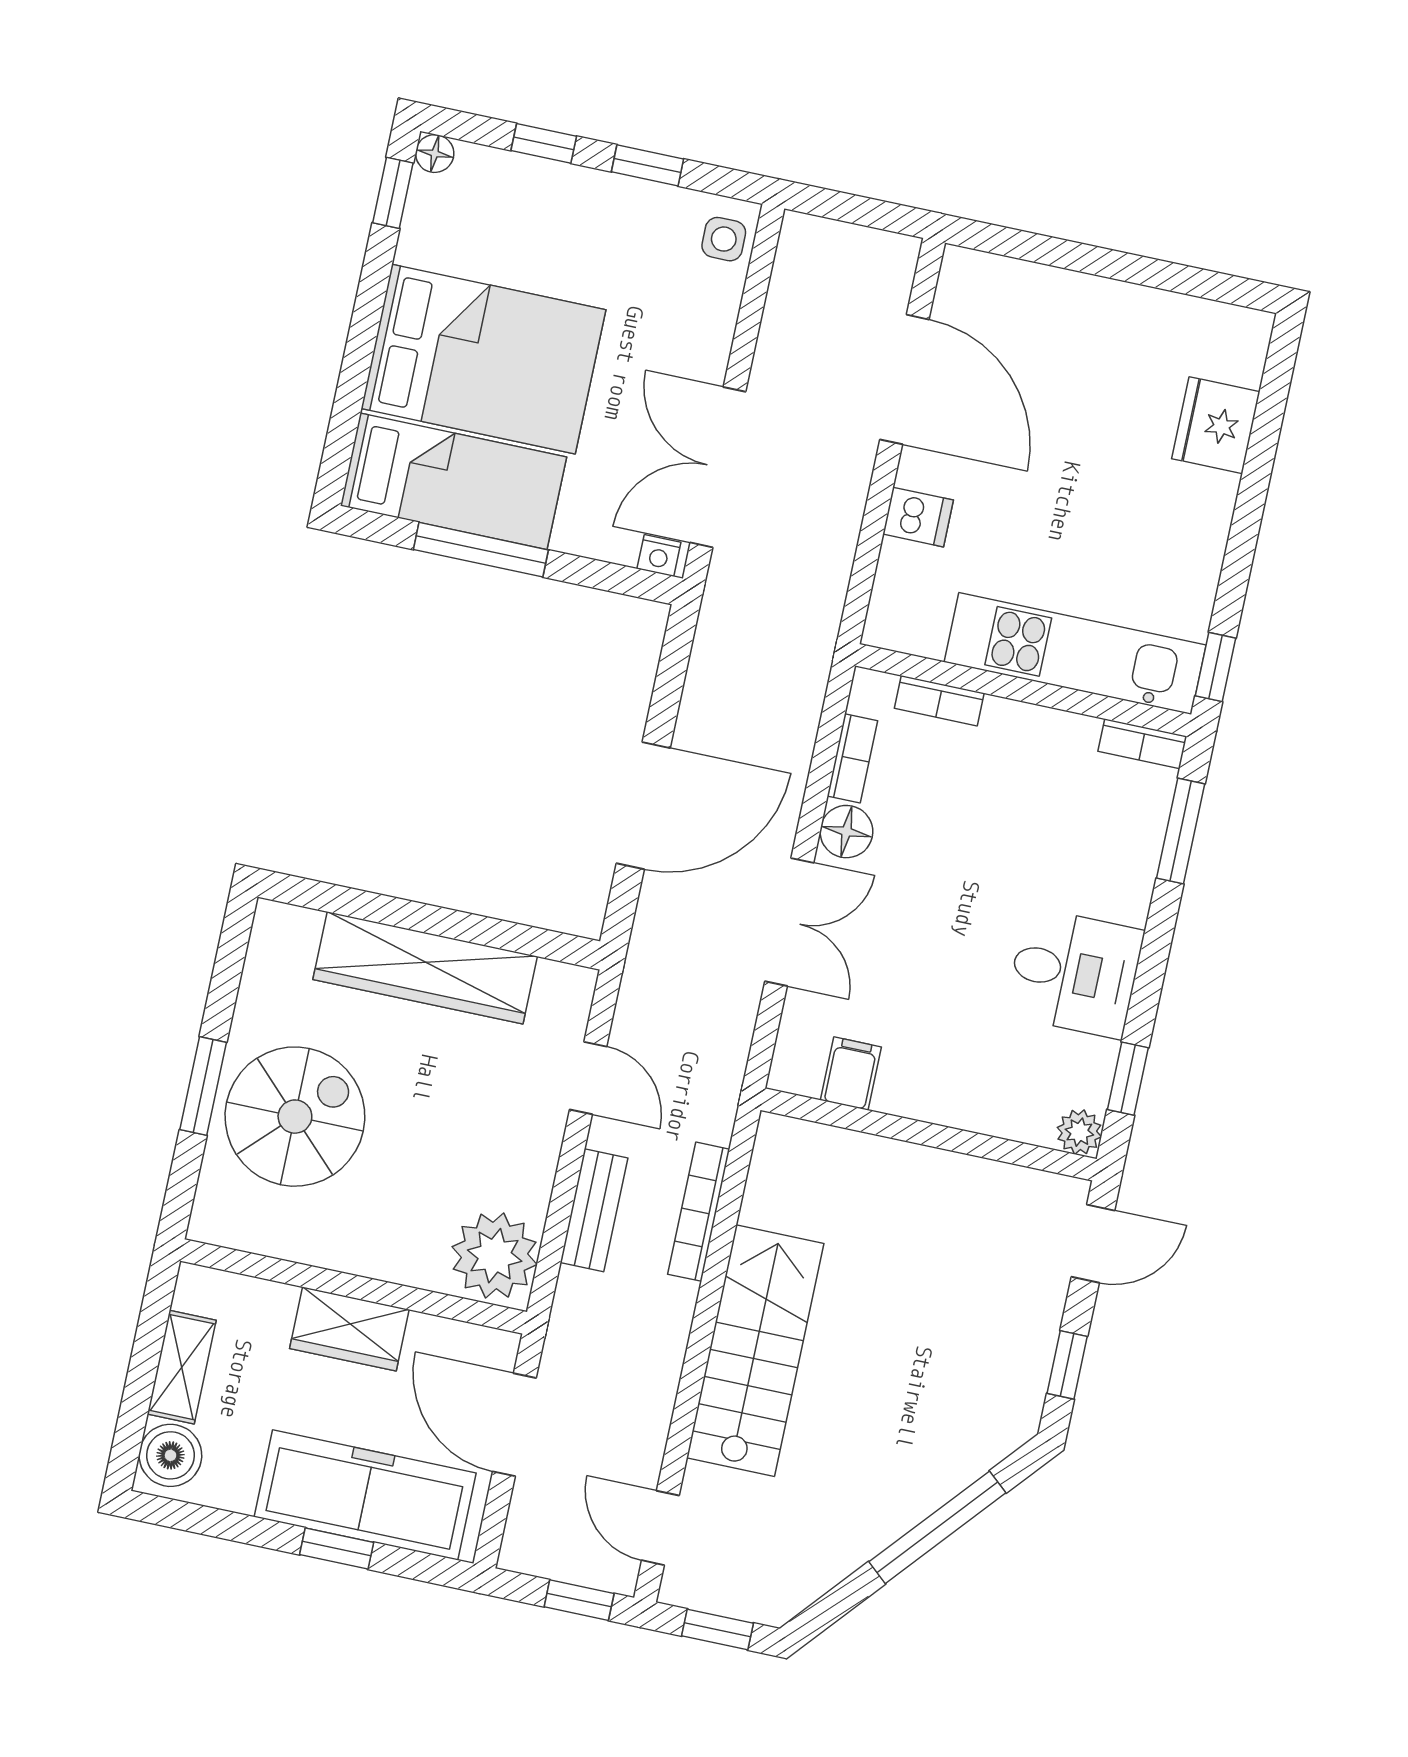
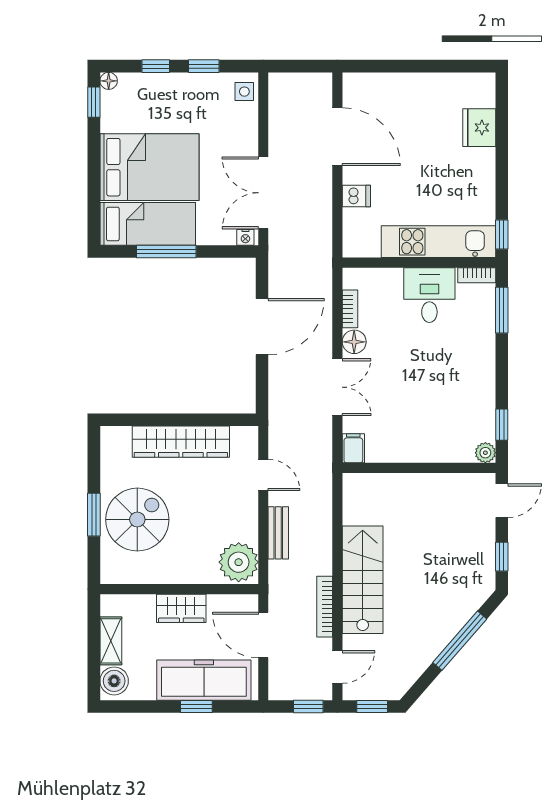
bookcase: (939, 701) -> (383, 275), removed
door: (643, 806) -> (262, 327), moved
desk: (1074, 973) -> (429, 295), moved, turned -90
filing cabinet: (851, 1074) -> (353, 448), moved
bookcase: (699, 1212) -> (325, 607), moved
door: (660, 1528) -> (337, 667), swing flipped

